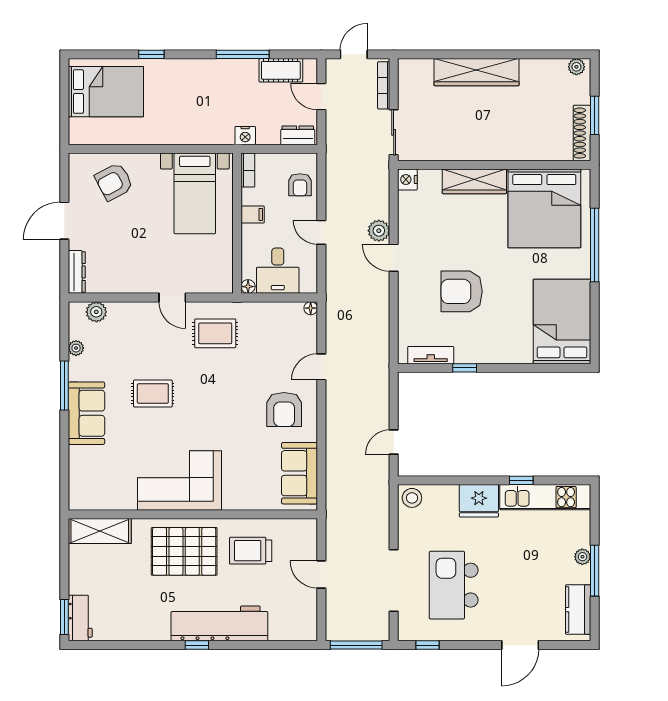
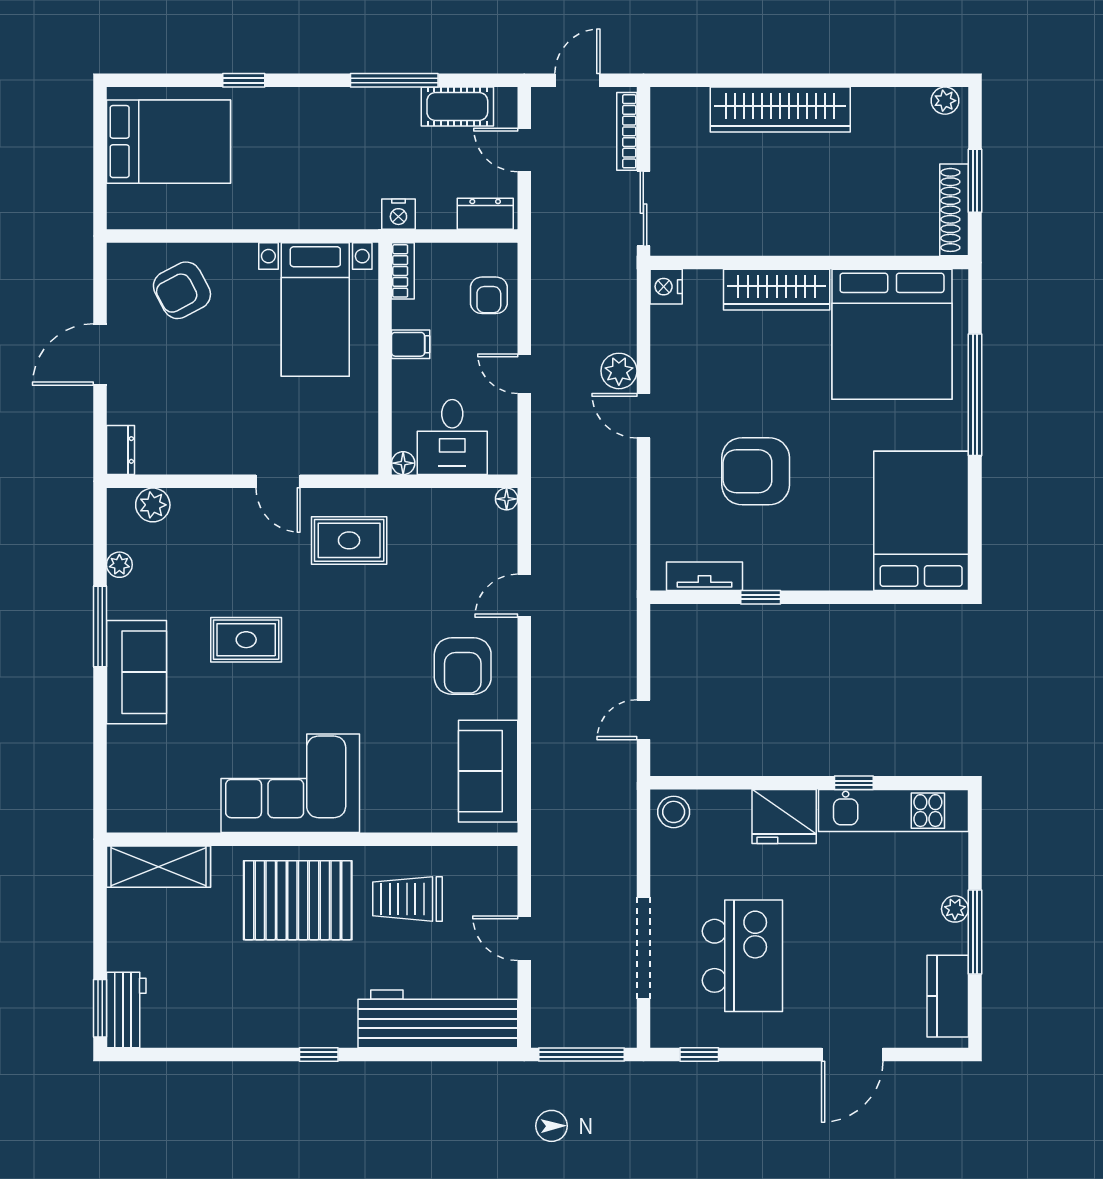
dresser: (77, 272) -> (121, 450), width x0.70
kitchen island: (454, 585) -> (742, 956), turned 180
workbench: (219, 623) -> (438, 1019), moved

